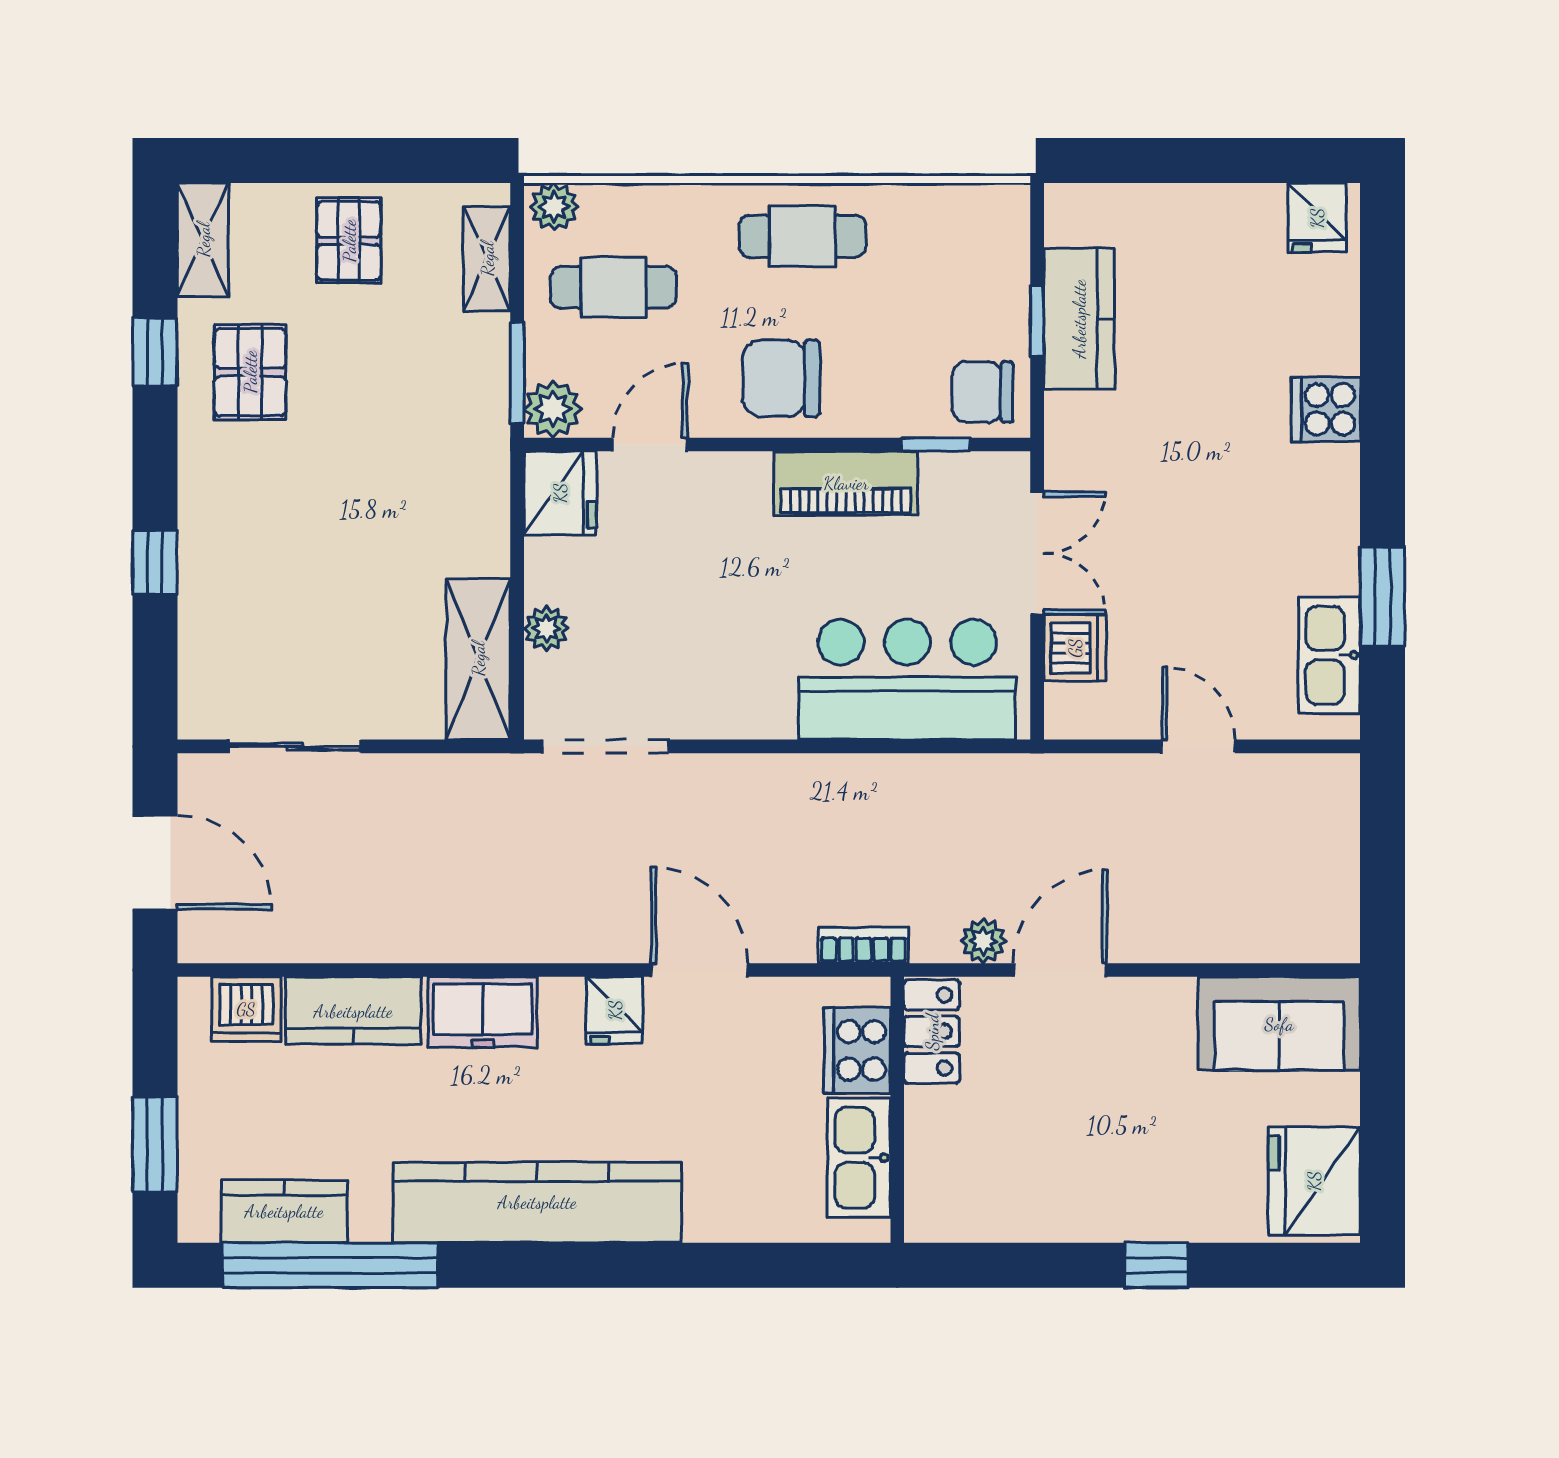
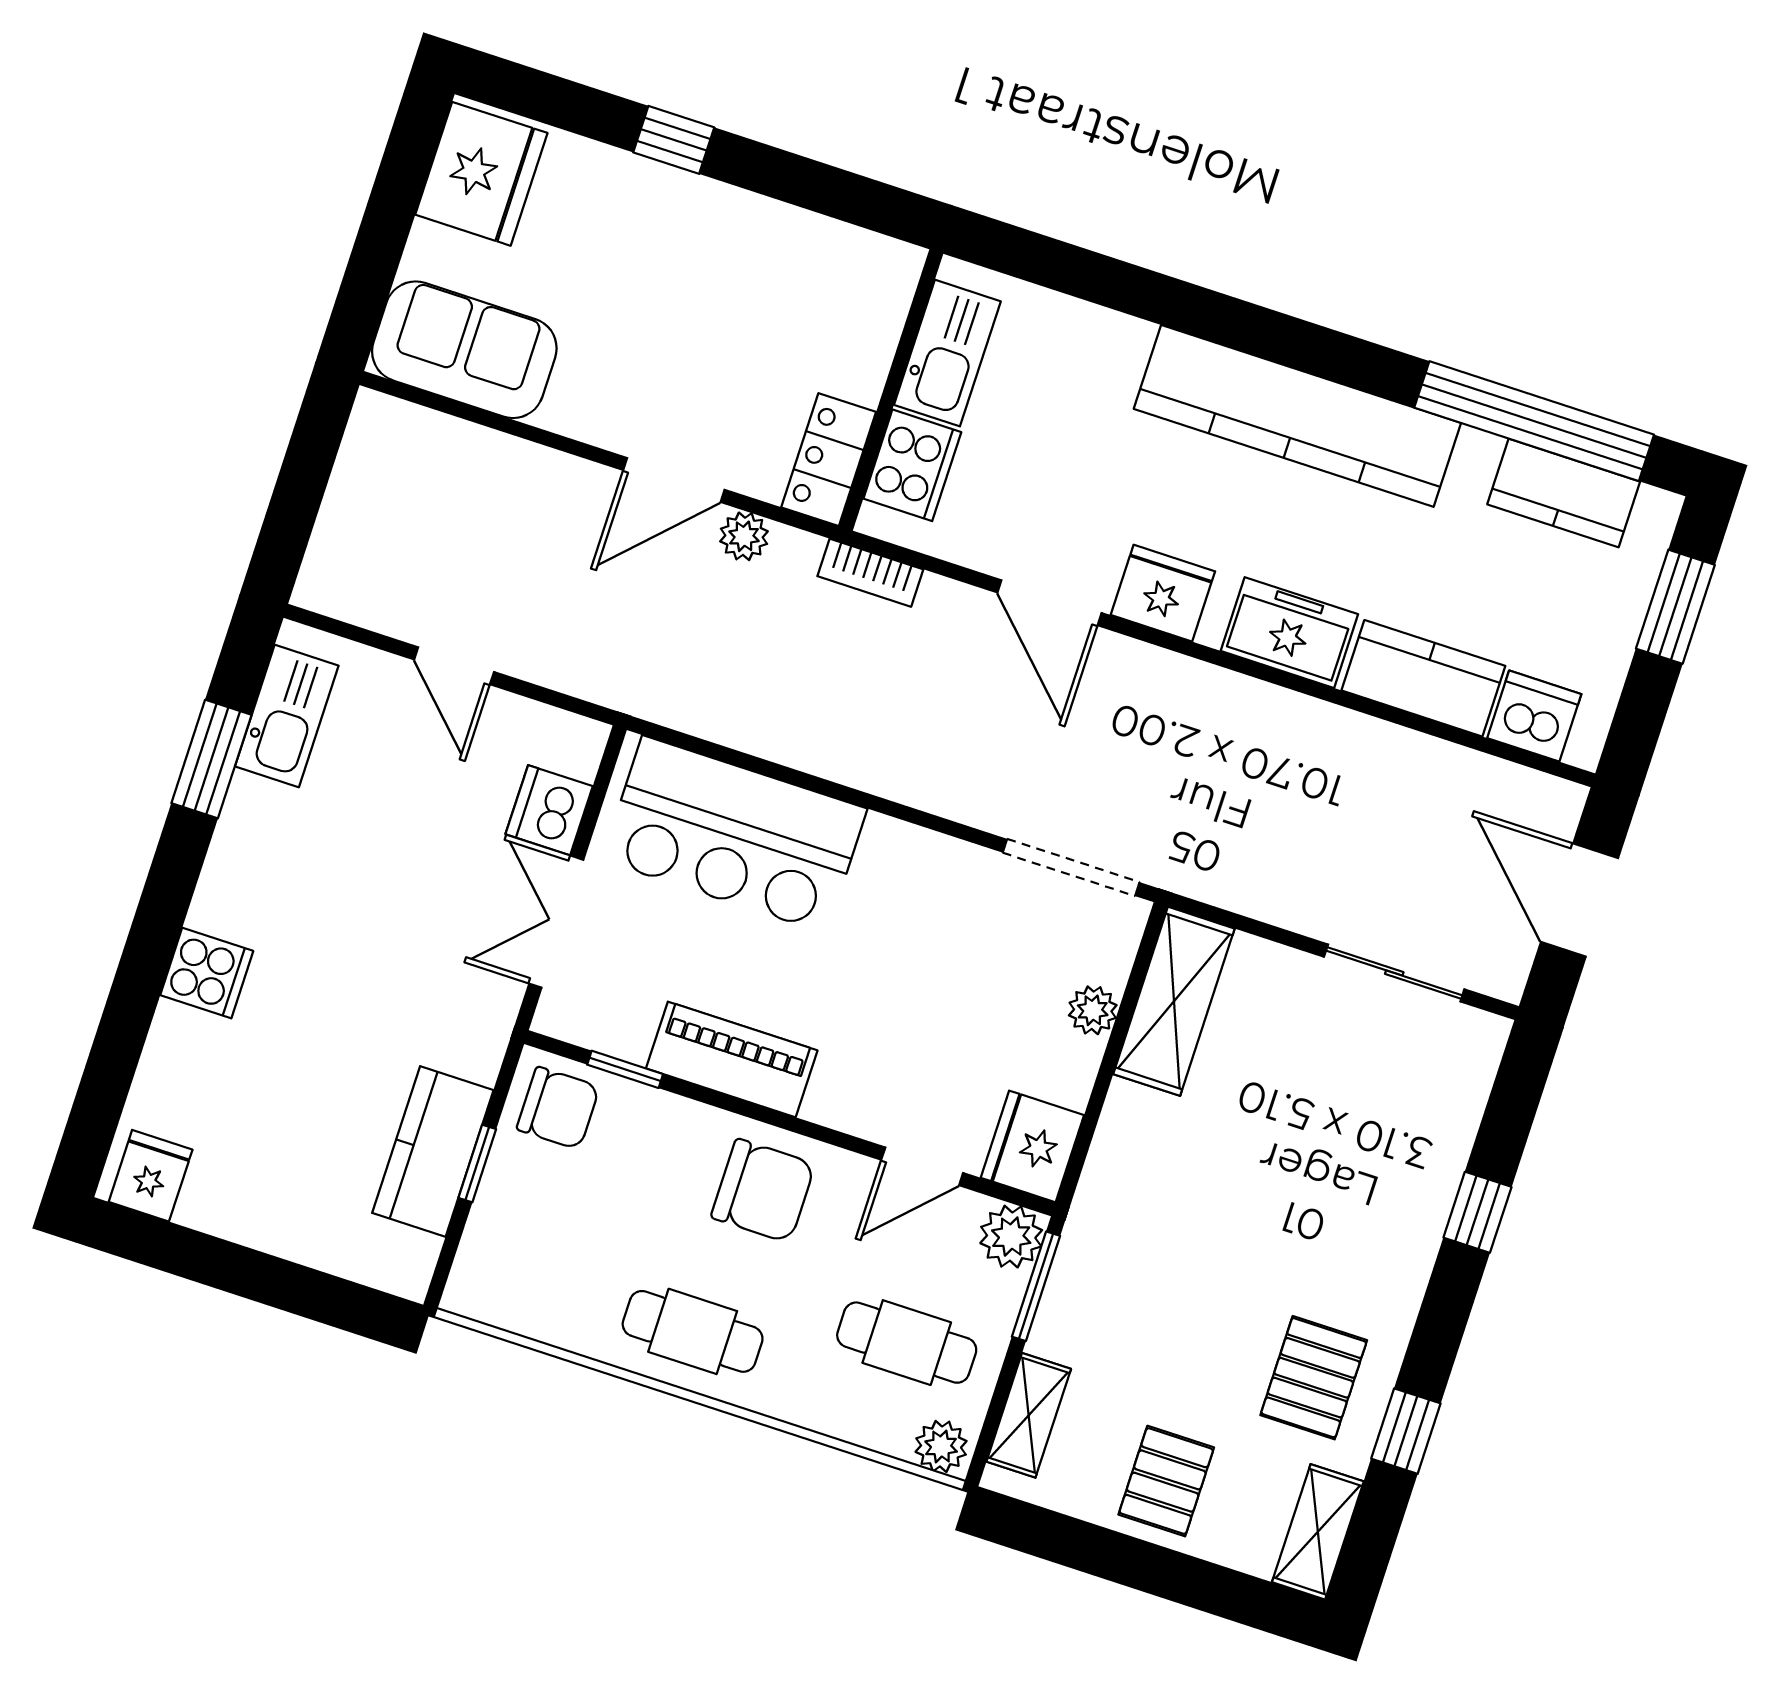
fridge: (615, 1010) -> (1163, 593), width x1.38

